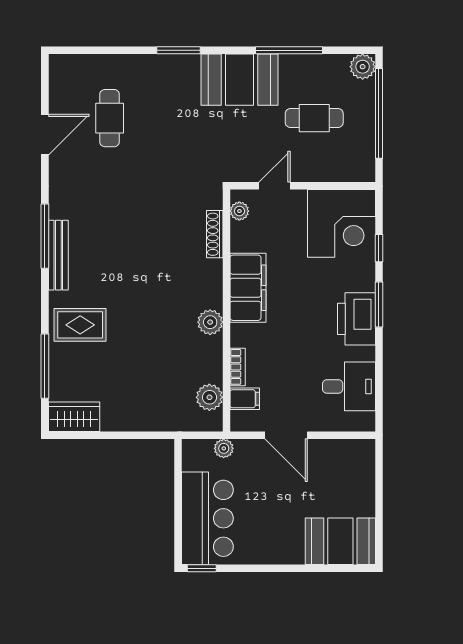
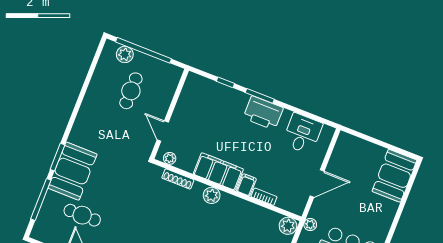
window: (289, 50) -> (41, 199), moved
plant: (363, 67) -> (125, 54), moved
booth: (240, 80) -> (73, 171), moved
corner desk: (341, 223) -> (201, 99), removed
plant: (210, 322) -> (212, 195), moved
plant: (209, 397) -> (288, 226), moved
filing cabinet: (245, 399) -> (246, 185), moved

